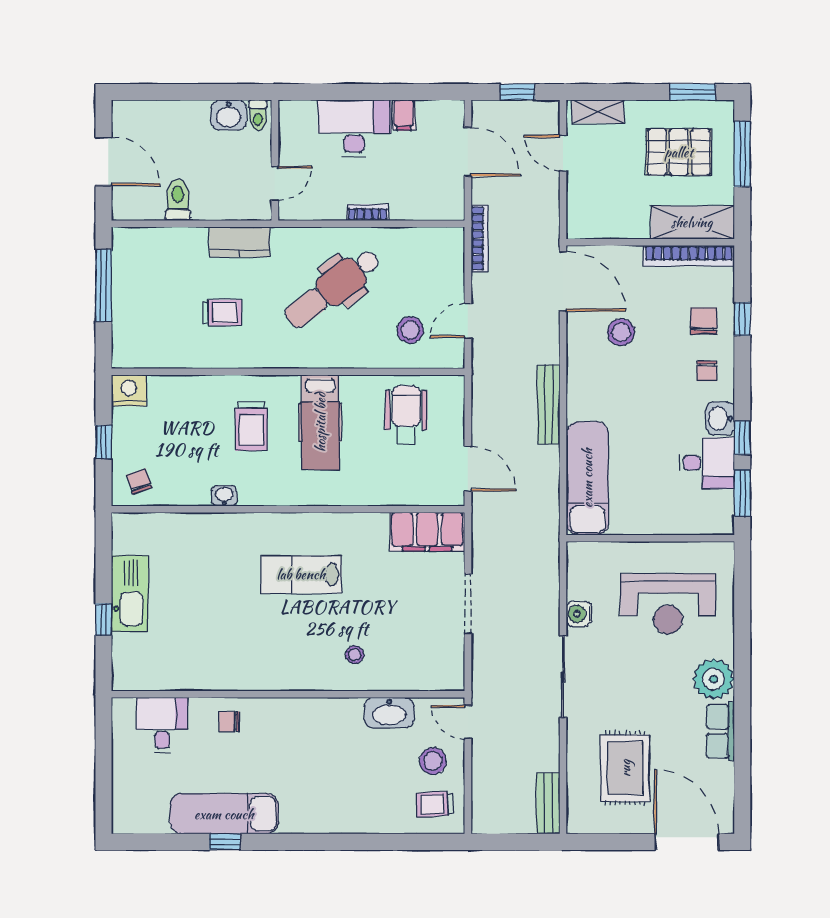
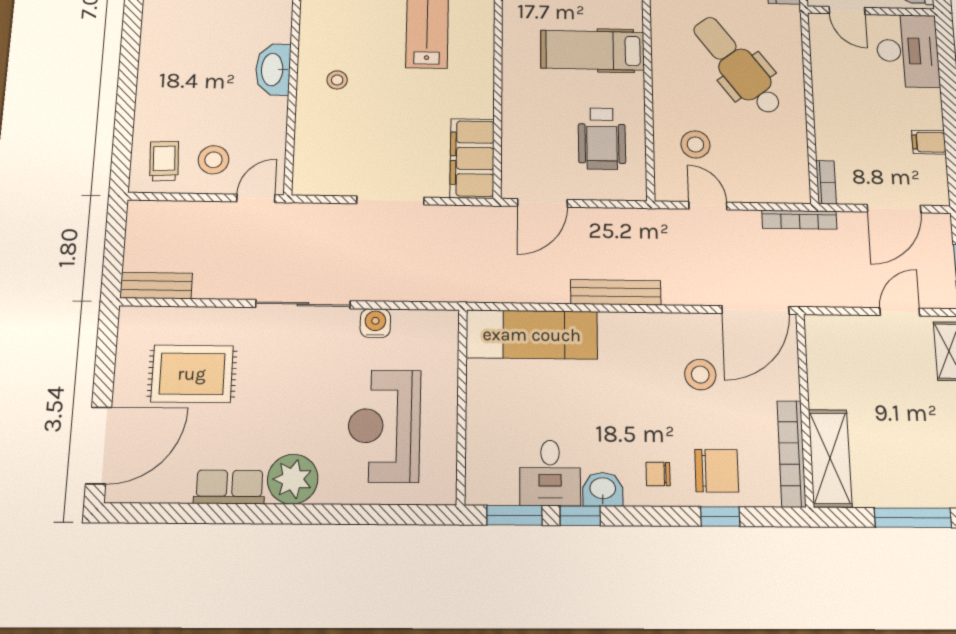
desk: (354, 128) -> (908, 51), moved
pallet: (679, 152) -> (910, 443), removed
bookcase: (368, 212) -> (826, 182), moved
chair: (704, 321) -> (717, 471), width x1.37, depth x1.37
wheelchair: (406, 415) -> (602, 139), turned 90
washbasin: (389, 713) -> (273, 70), moved

